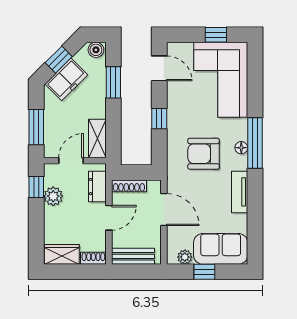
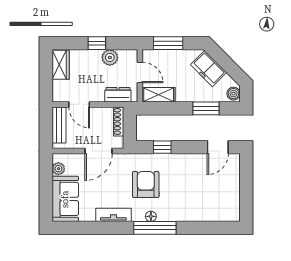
window: (216, 35) -> (246, 195), removed
window: (59, 60) -> (225, 62), removed
corner sofa: (221, 80) -> (208, 199), removed
window: (159, 119) -> (162, 147), moved
window: (36, 187) -> (97, 43), moved
door: (109, 218) -> (79, 104), moved
shoe rack: (93, 258) -> (57, 91), removed
window: (204, 272) -> (46, 185), removed

